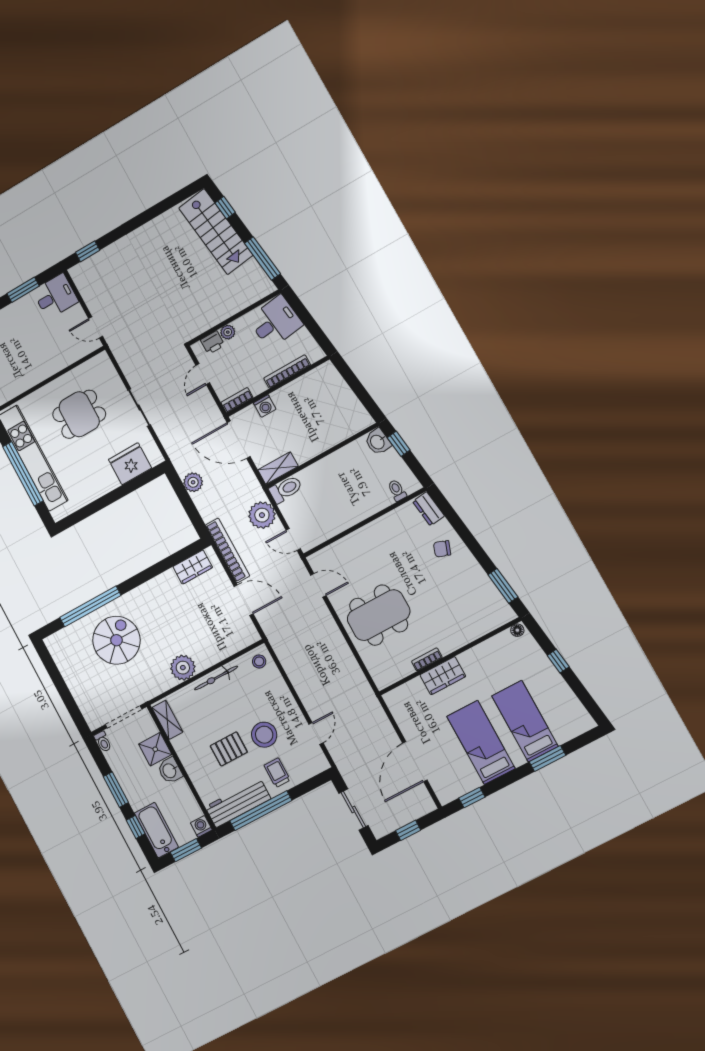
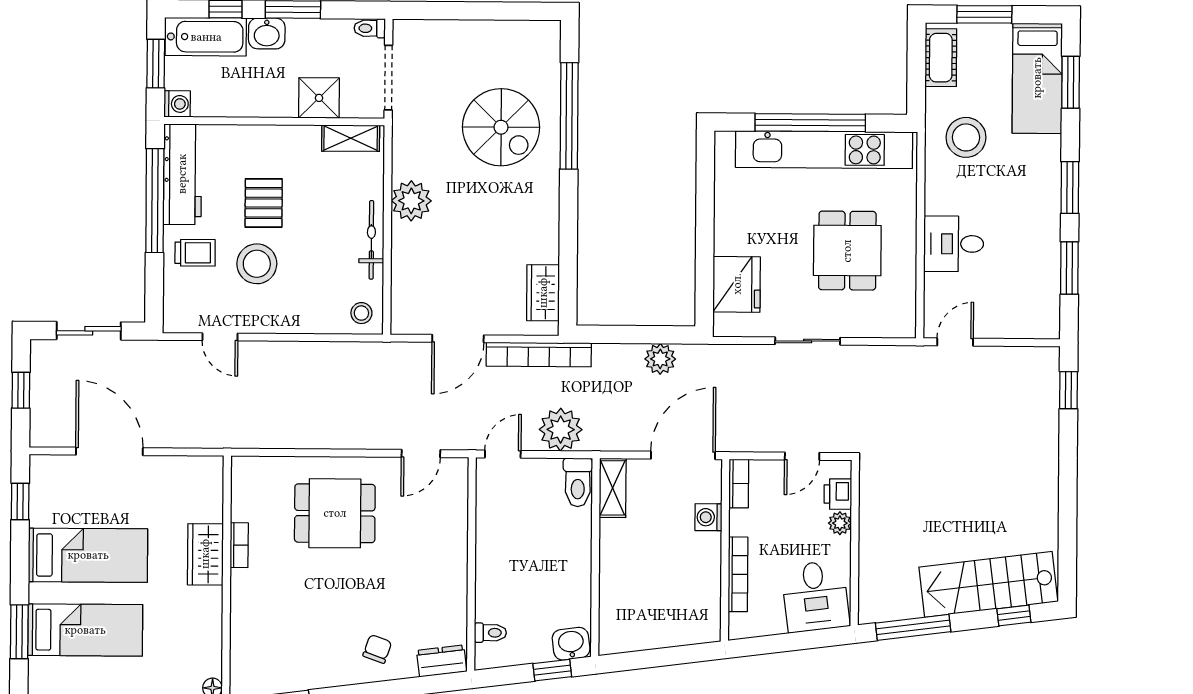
desk: (55, 296) -> (954, 244), moved, turned 90
door: (203, 374) -> (802, 456), swing flipped
dining table: (379, 615) -> (335, 513), width x0.73
washbasin: (170, 771) -> (267, 33), moved, turned 180

